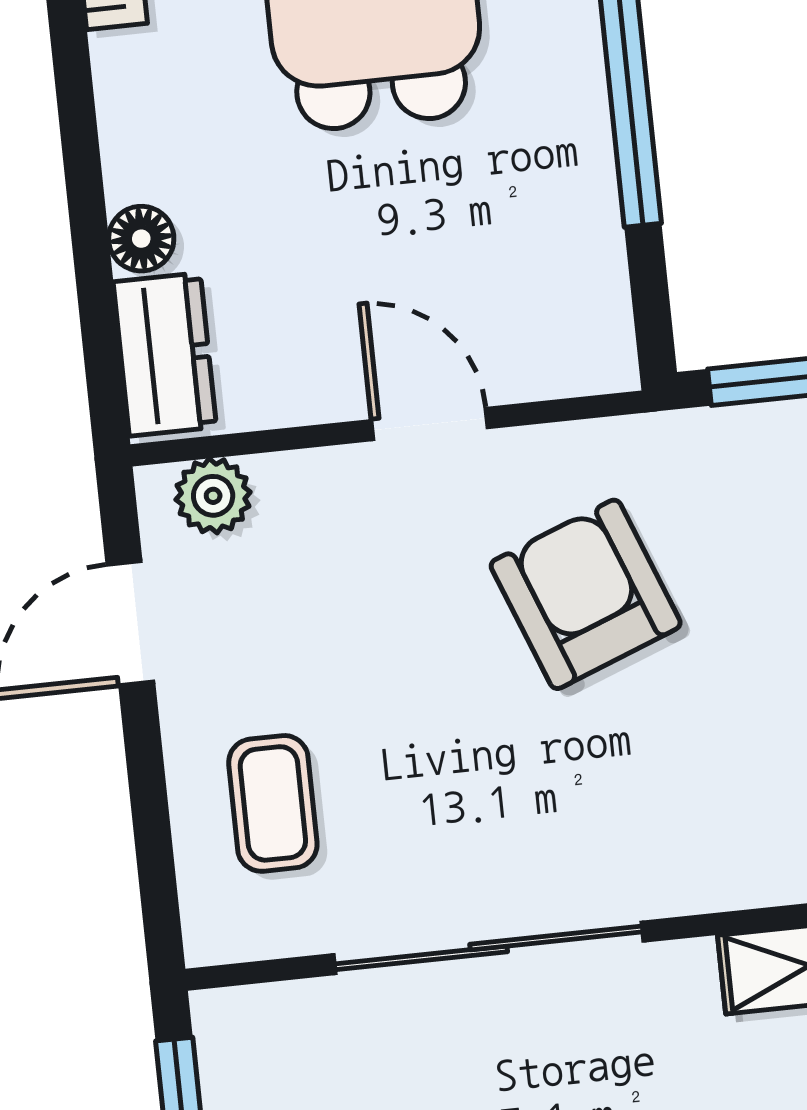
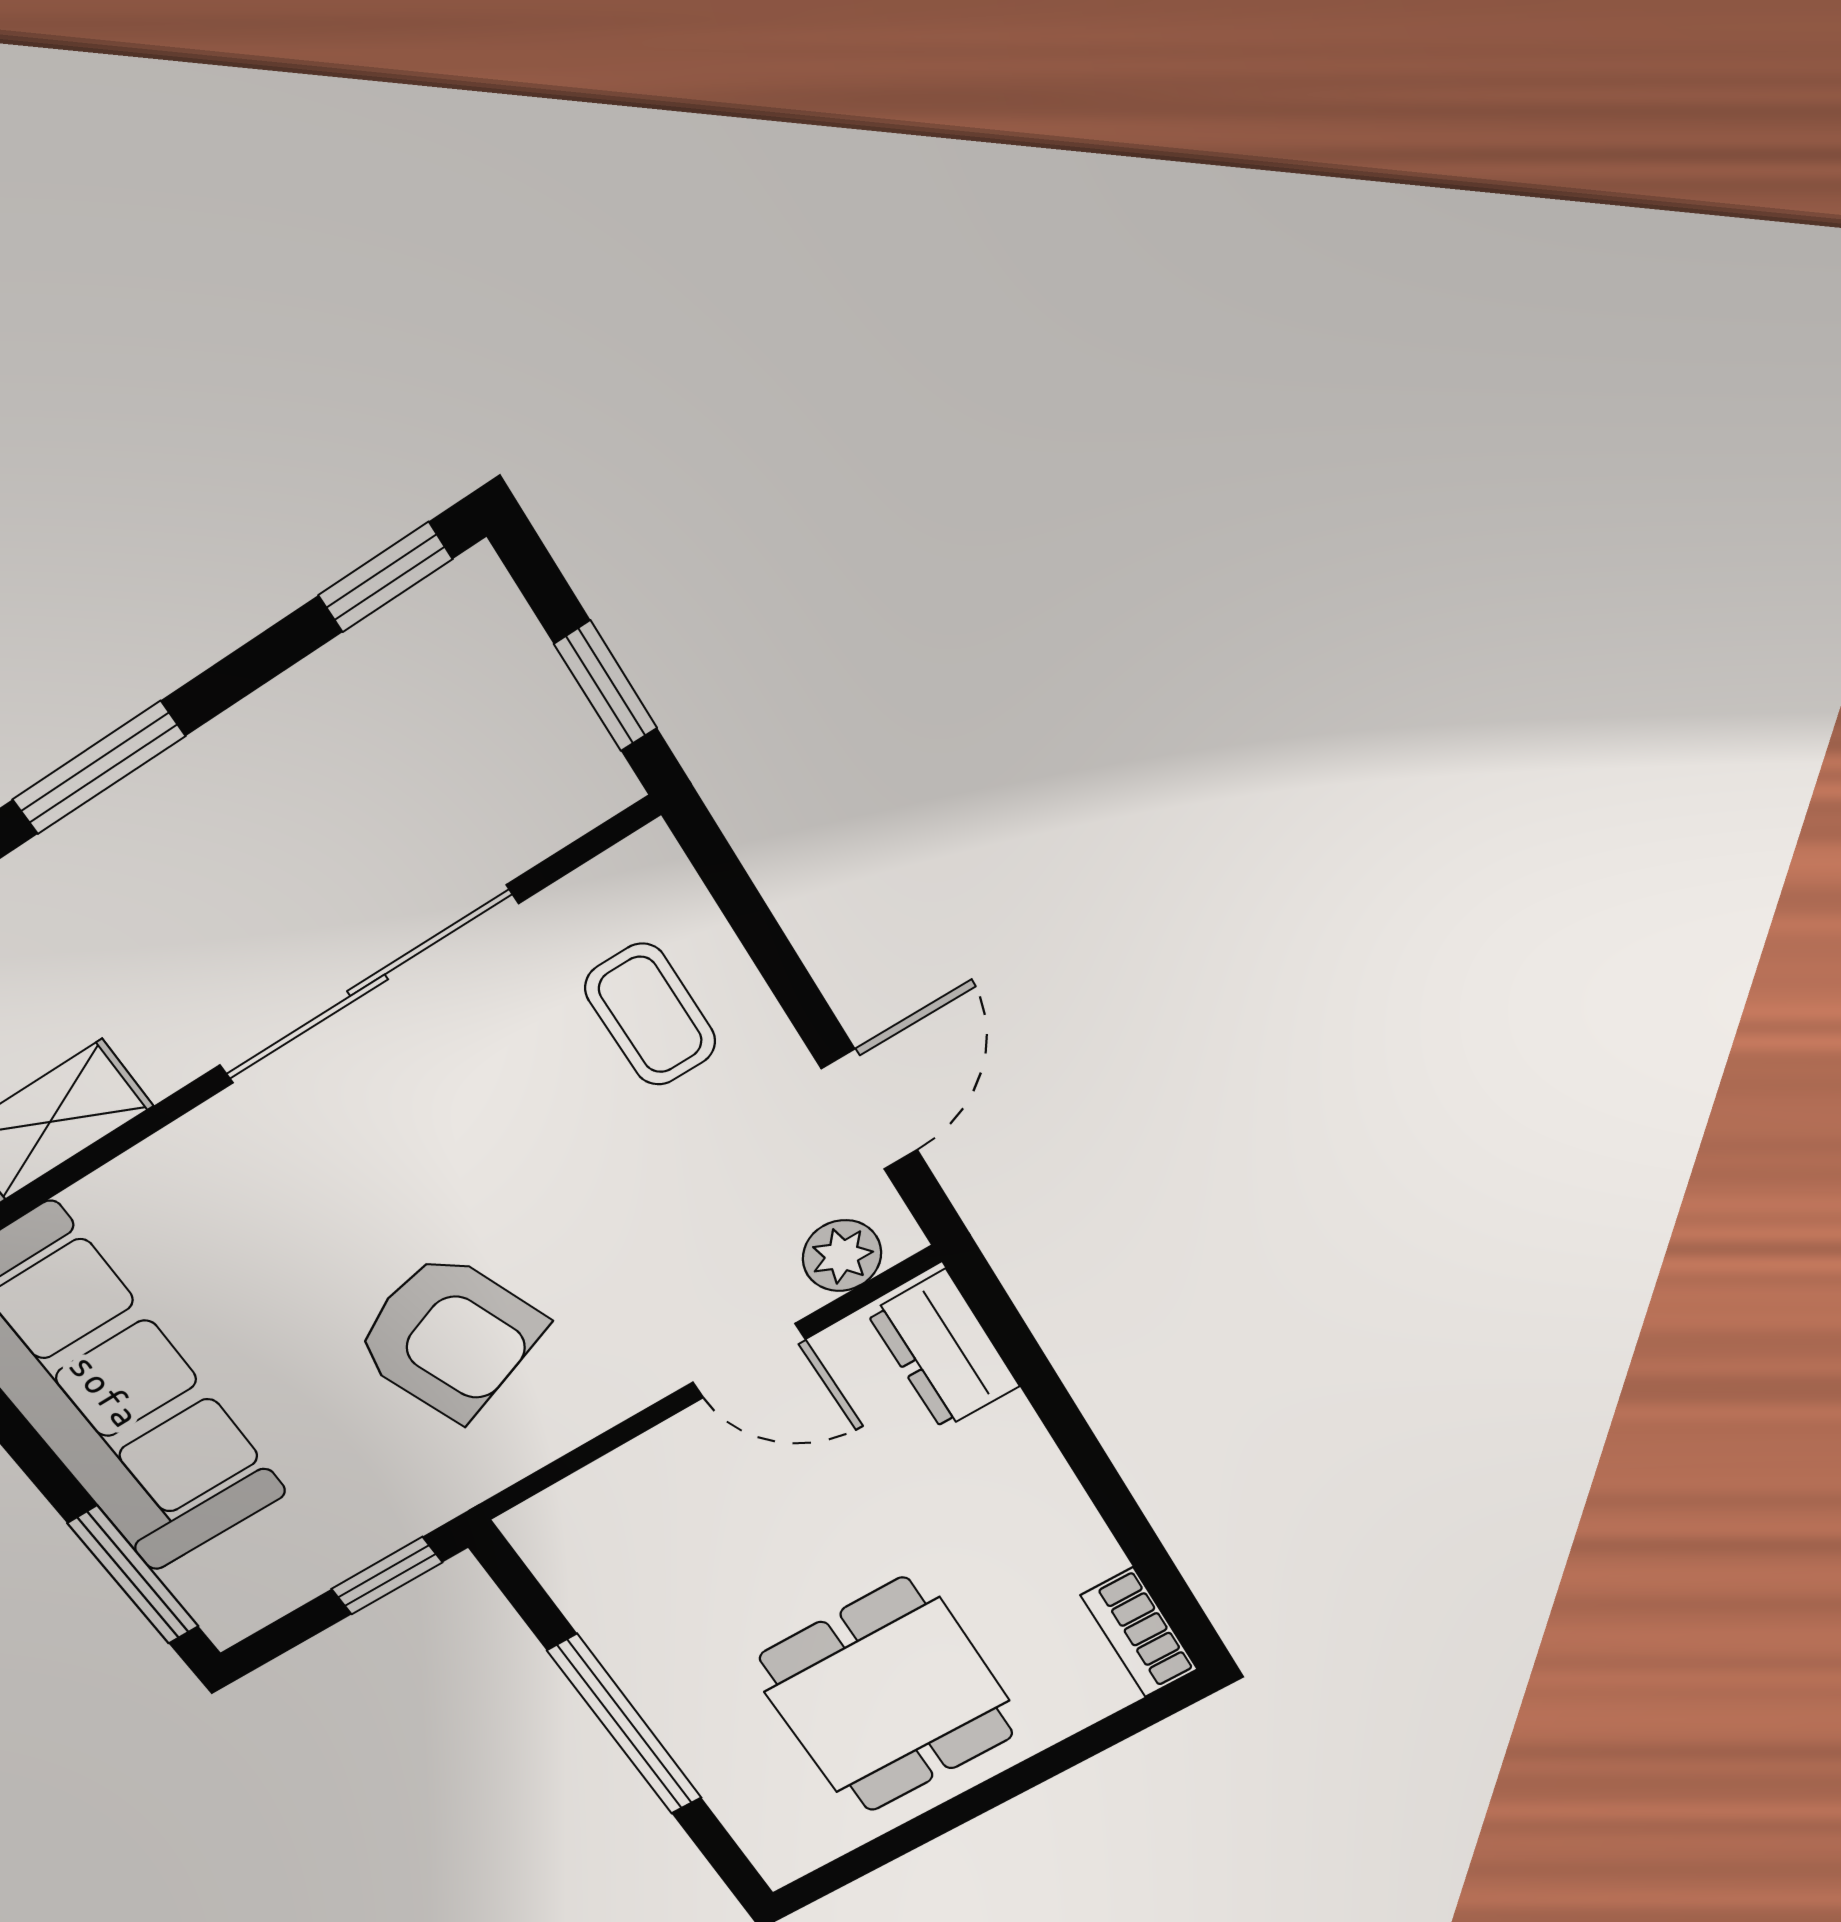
floor lamp: (141, 239) -> (1009, 1432), removed
door: (430, 424) -> (749, 1361), moved

